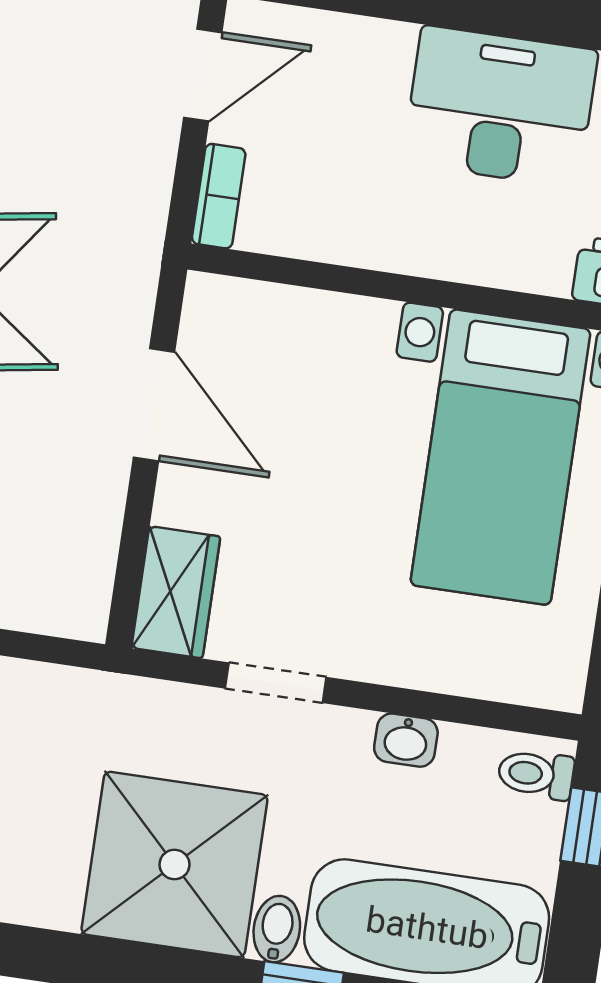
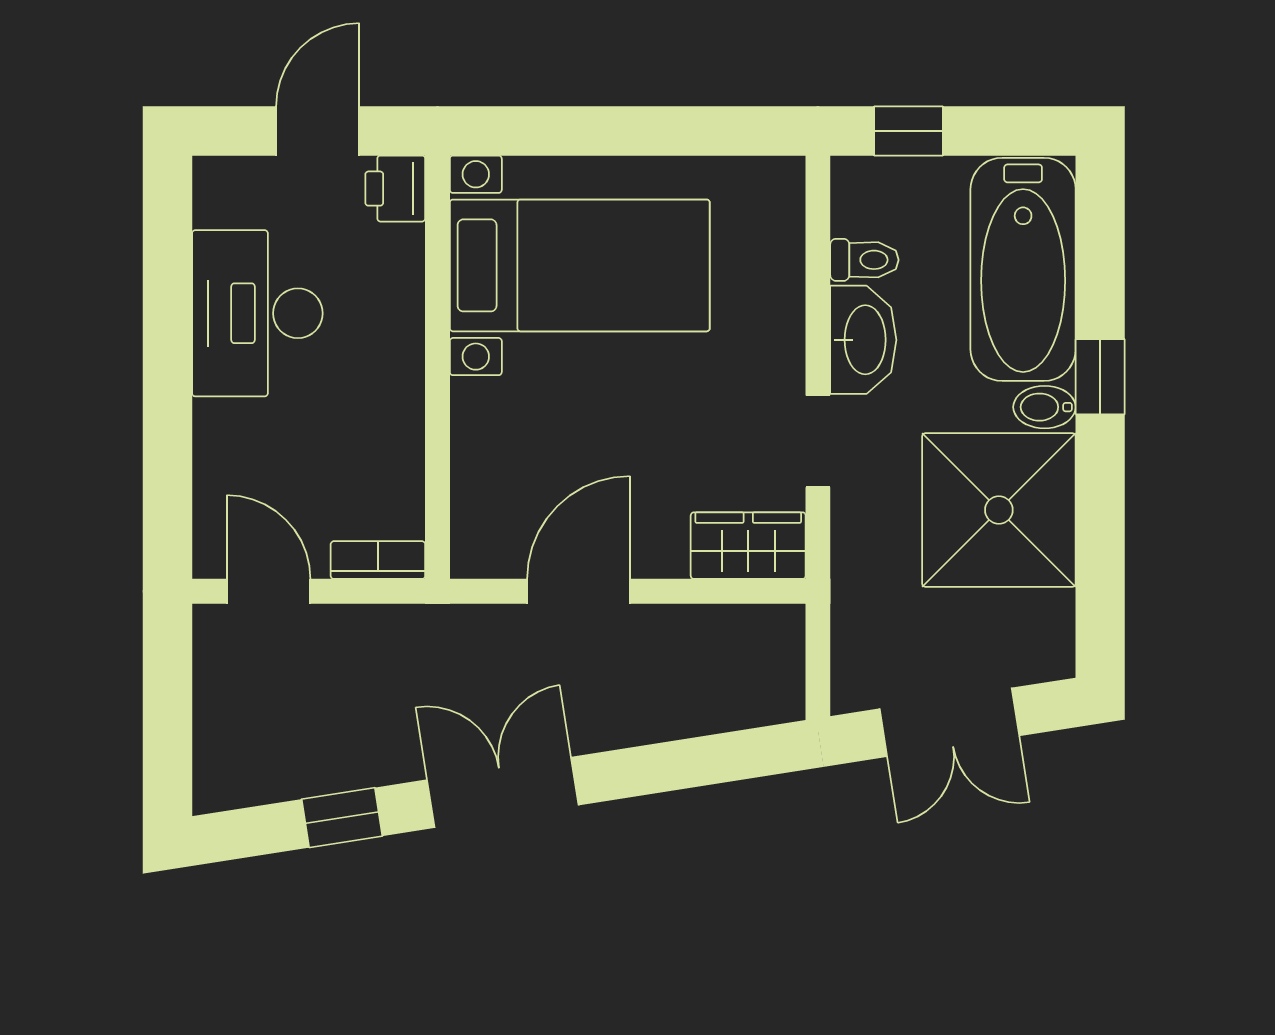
washbasin: (406, 740) -> (863, 340), width x1.91, depth x1.45
toilet: (536, 774) -> (864, 260), moved, turned -90

